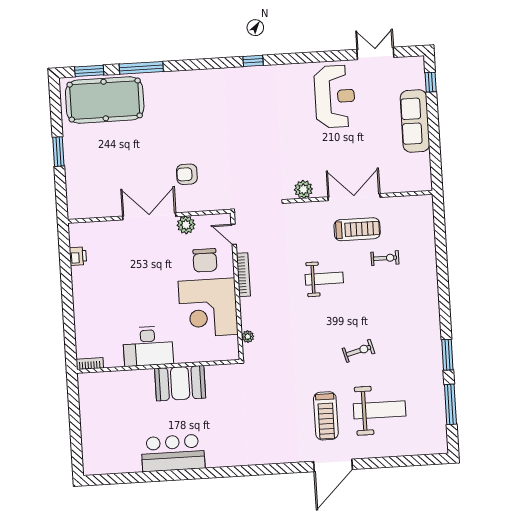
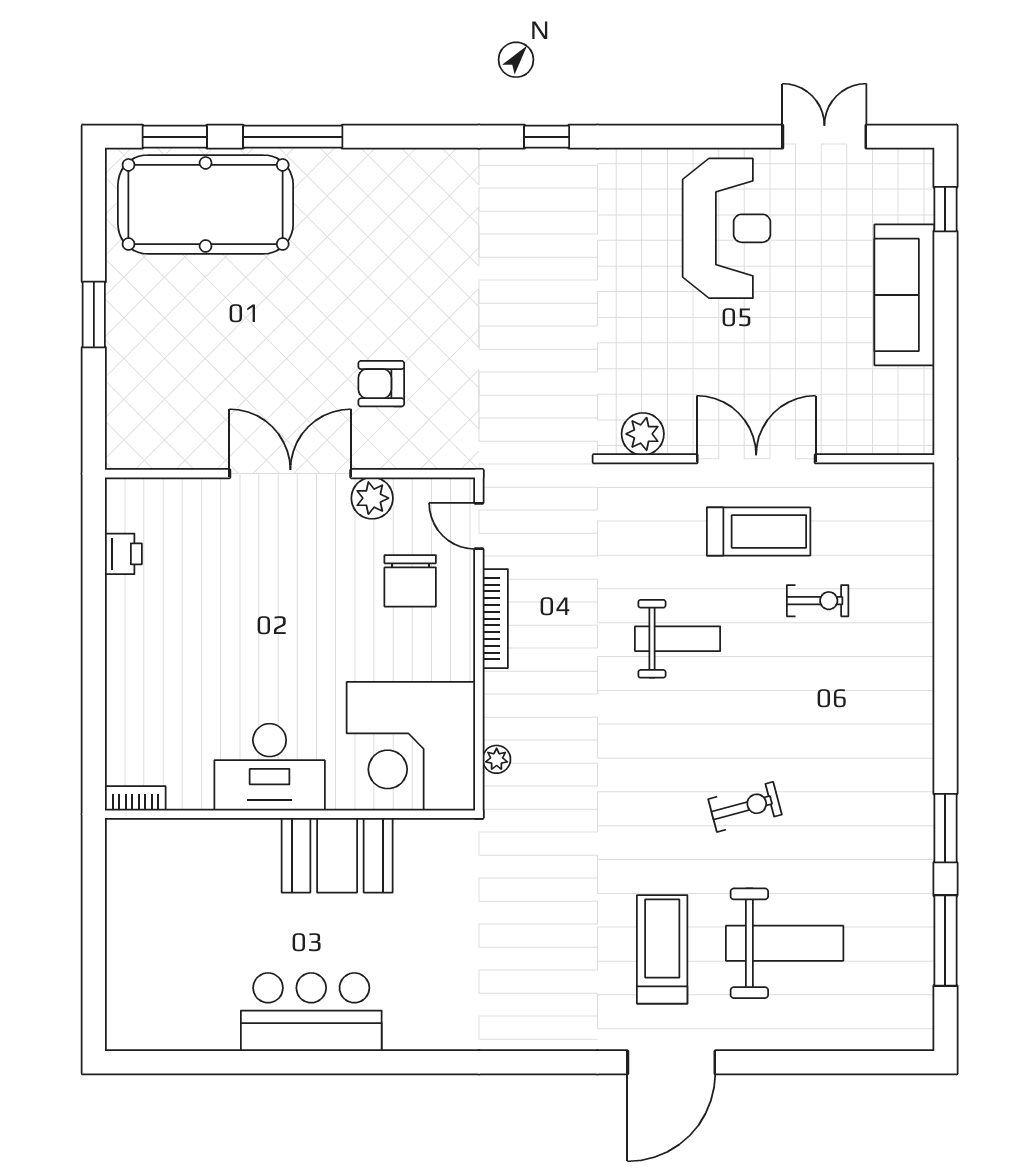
corner desk: (208, 308) -> (411, 746), moved
treadmill: (326, 416) -> (662, 949), turned 180

